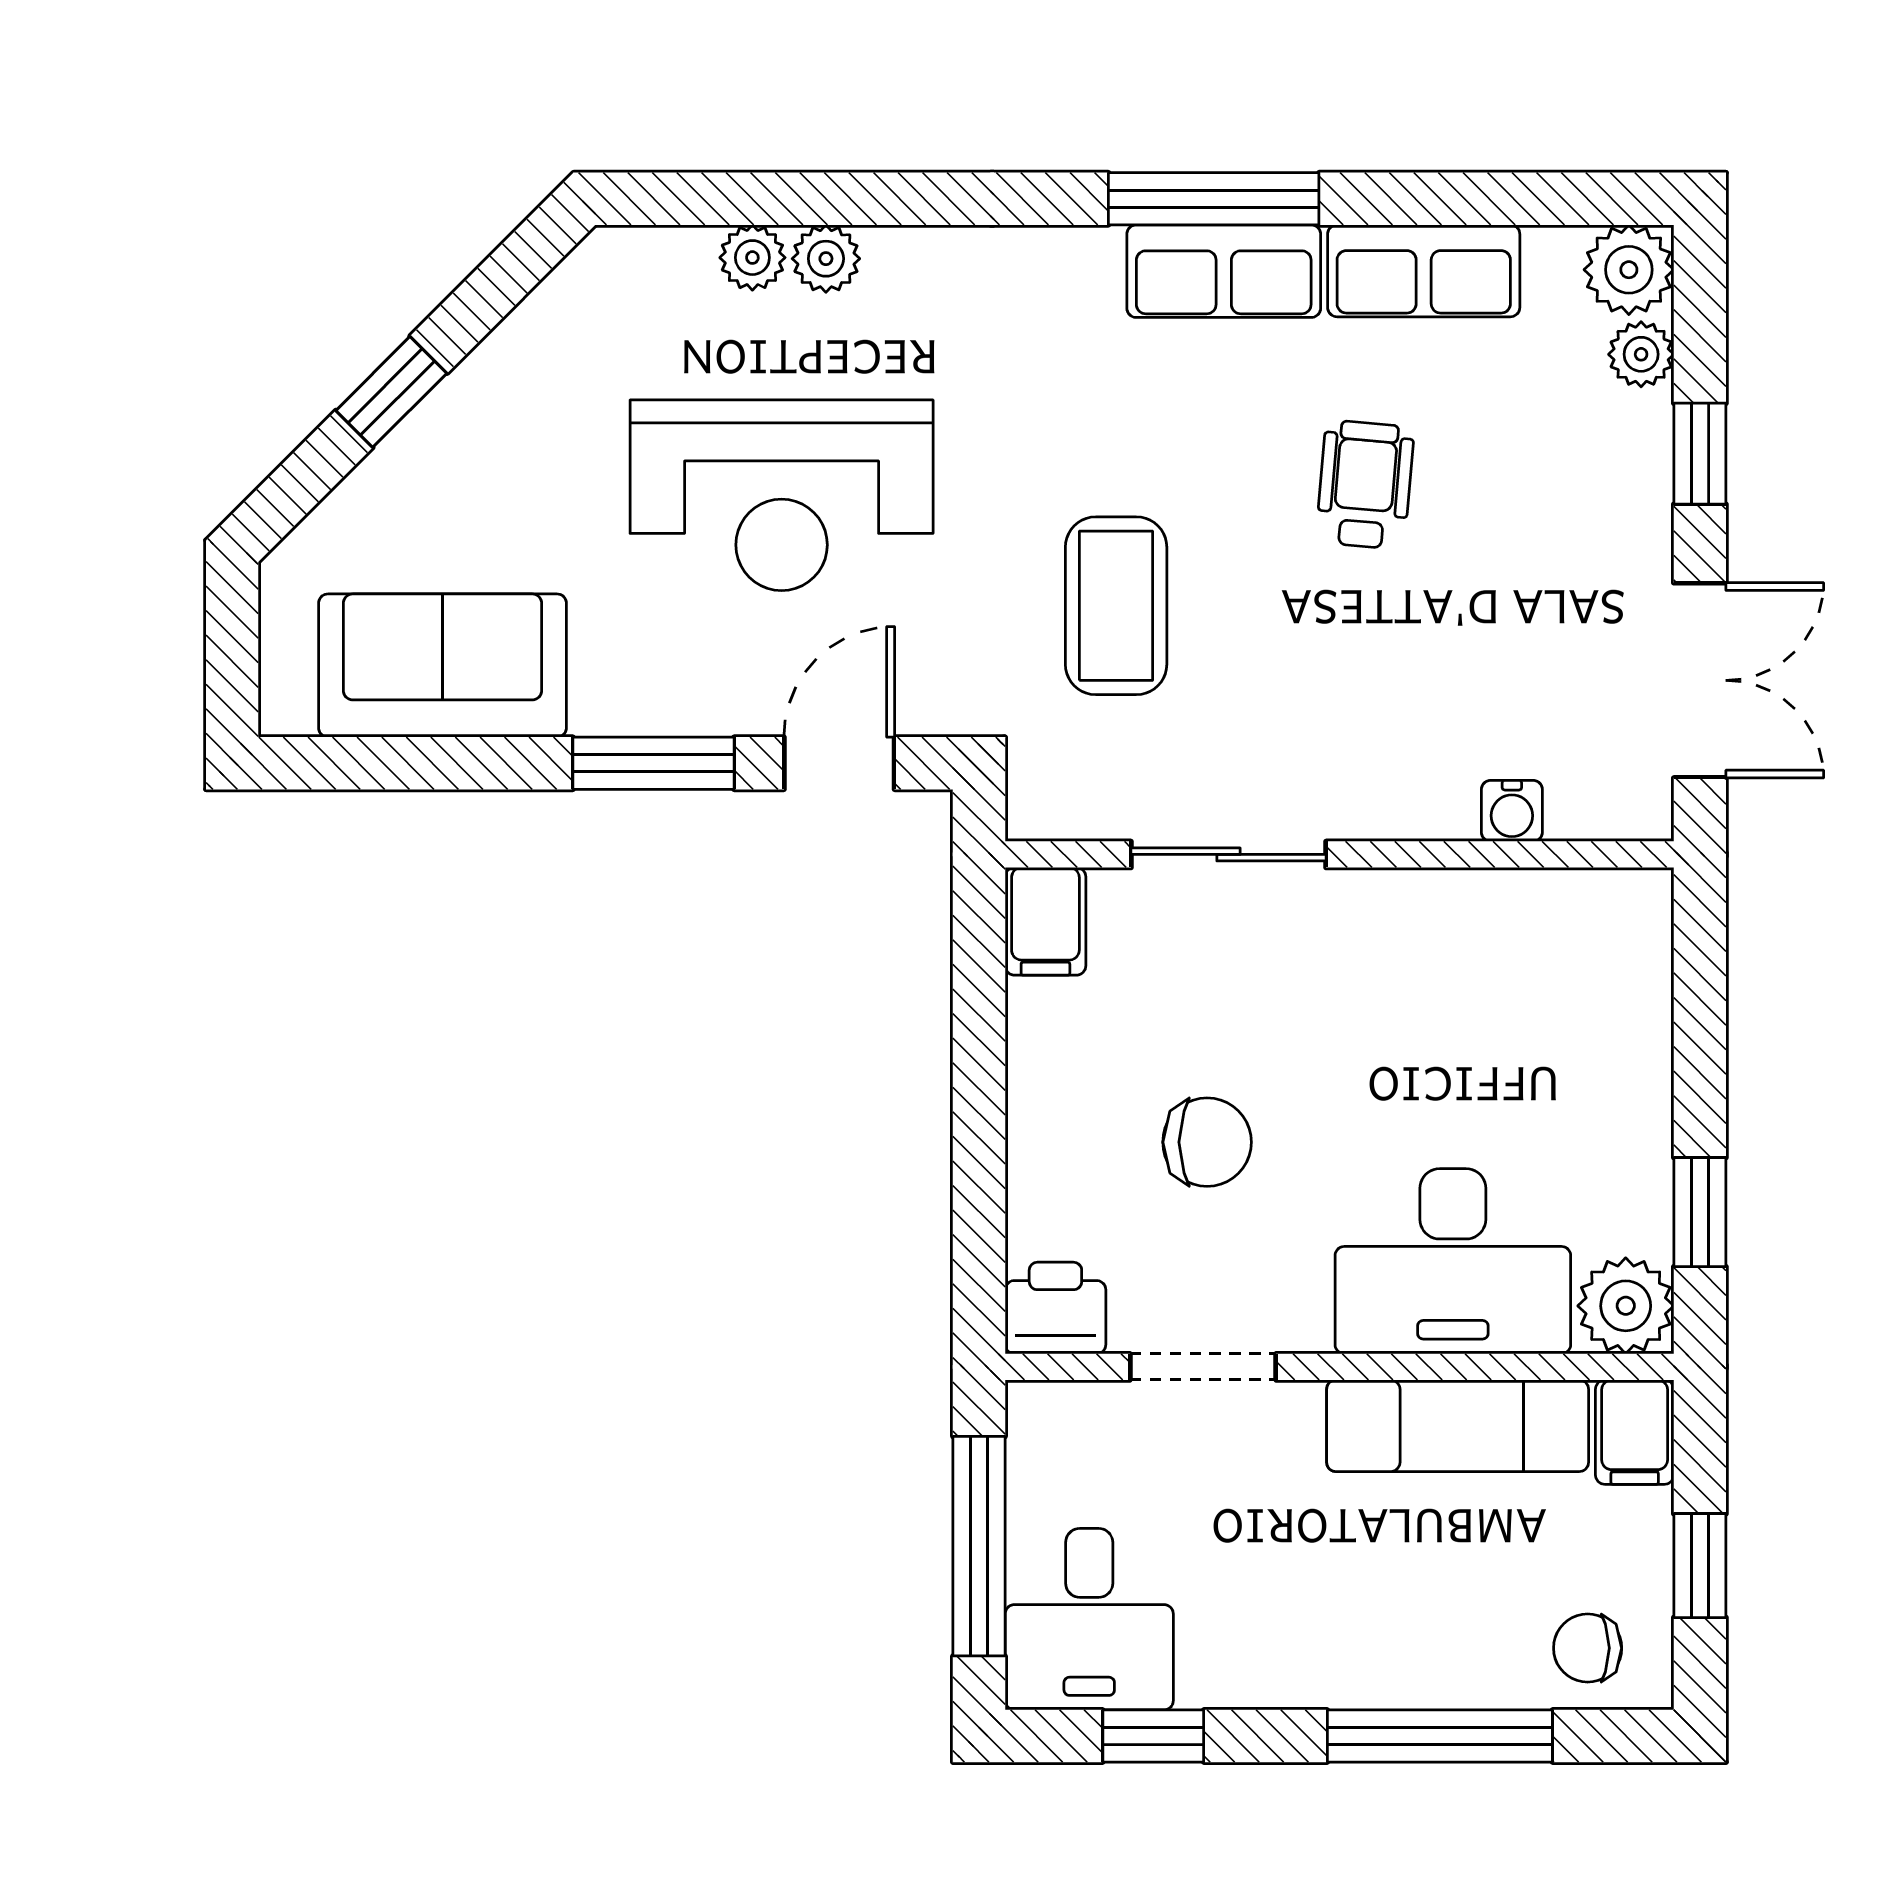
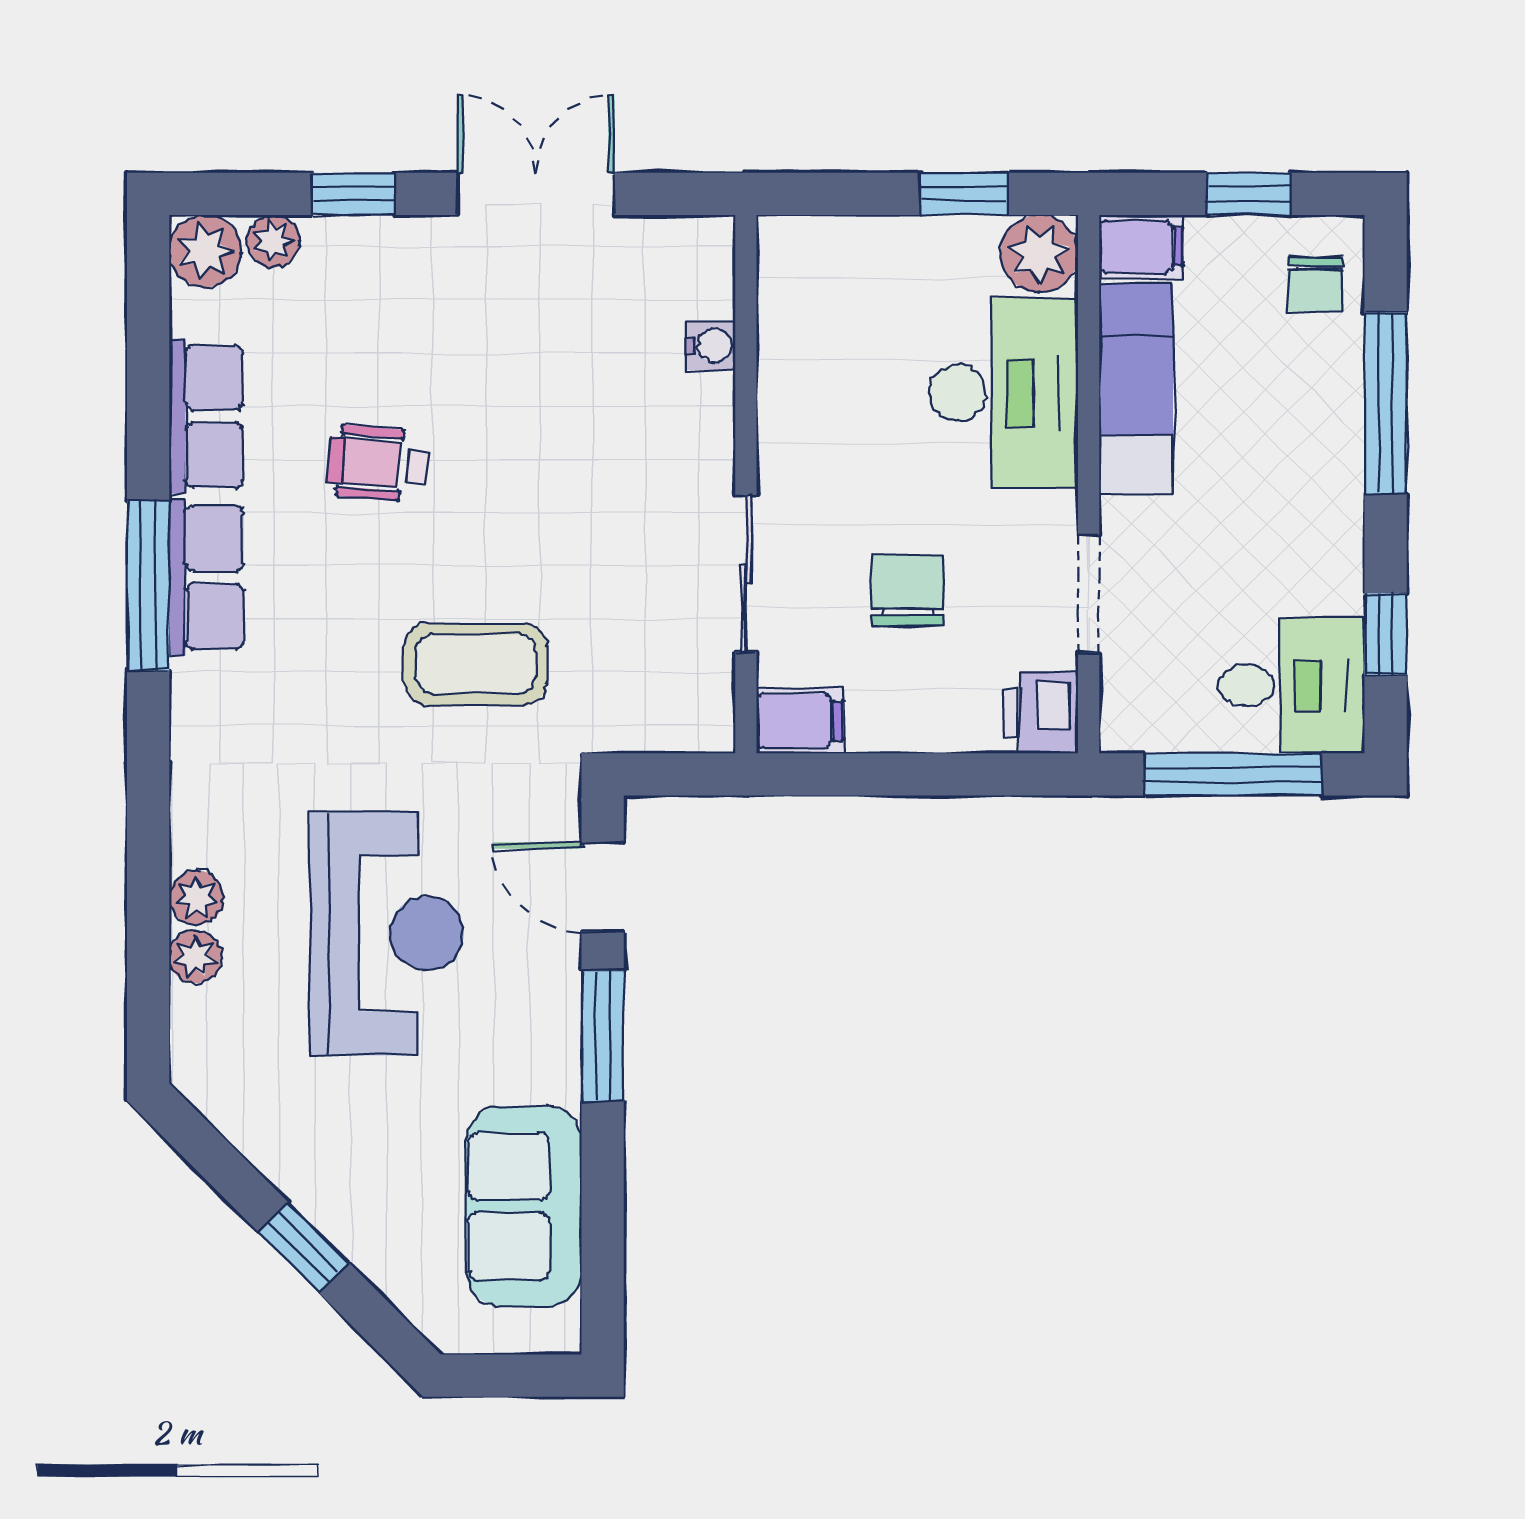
water cooler: (1512, 811) -> (711, 345), moved
sliding door: (1229, 854) -> (746, 573), moved
wall: (1339, 854) -> (746, 484), moved
filing cabinet: (1045, 921) -> (800, 721), moved

